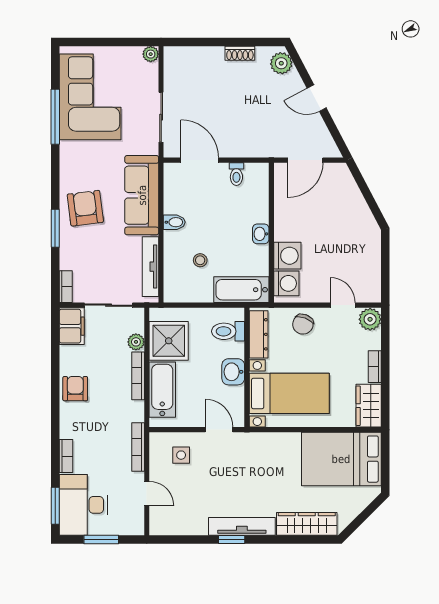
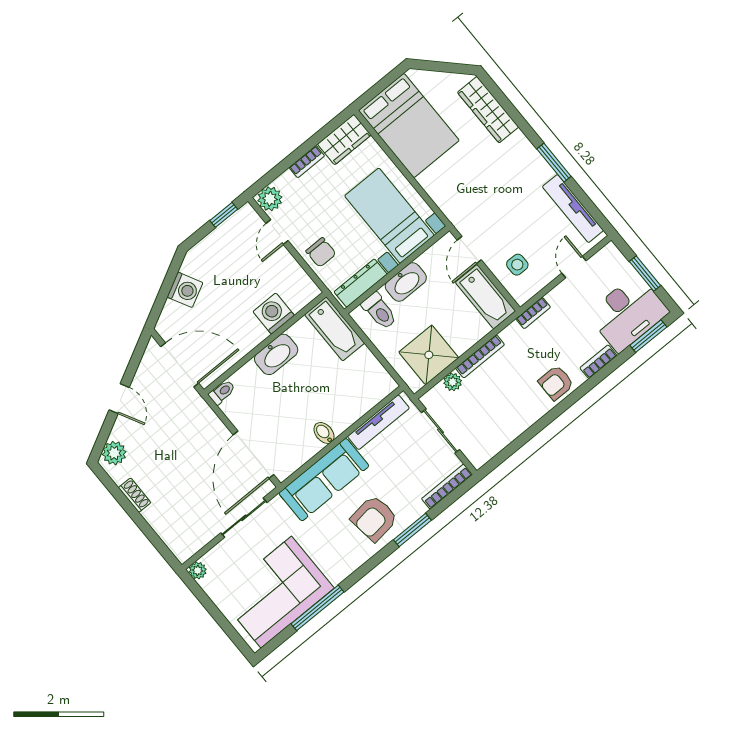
door: (200, 160) -> (254, 455), width x1.36
door: (305, 160) -> (180, 365), width x1.36
toilet: (236, 174) -> (222, 392), moved
washbasin: (261, 234) -> (276, 354), width x1.91, depth x1.45
stool: (200, 260) -> (338, 384), removed
window: (385, 278) -> (224, 215), added
washing machine: (286, 283) -> (185, 290), moved, turned 152
bookcase: (66, 287) -> (447, 487), width x1.56
chair: (303, 324) -> (321, 252), turned 69
filing cabinet: (72, 326) -> (484, 448), removed
washbasin: (233, 372) -> (406, 282), width x1.38
armchair: (75, 389) -> (556, 383), moved
bathtub: (162, 390) -> (485, 297), moved, turned -90
bookcase: (138, 447) -> (533, 313), width x0.64
tv unit: (242, 526) -> (573, 209), moved
window: (232, 540) -> (554, 163), width x1.50

